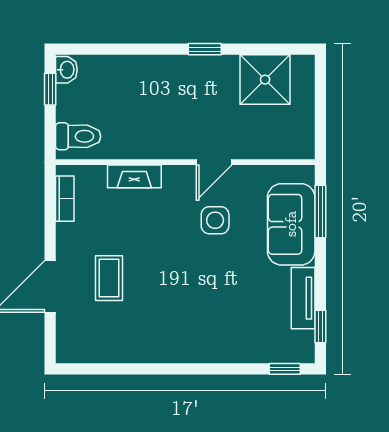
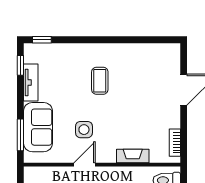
coffee table: (109, 278) -> (100, 81), moved

